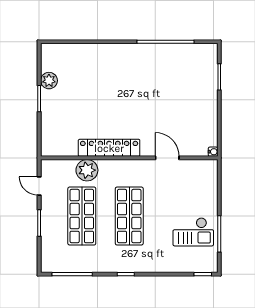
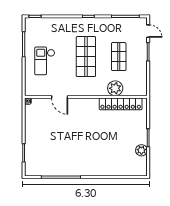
locker: (109, 148) -> (121, 104), moved
door: (39, 186) -> (148, 31), moved
shop shelf: (82, 216) -> (119, 57), width x0.70, depth x0.74
checkout: (193, 232) -> (45, 61), moved, turned -90

